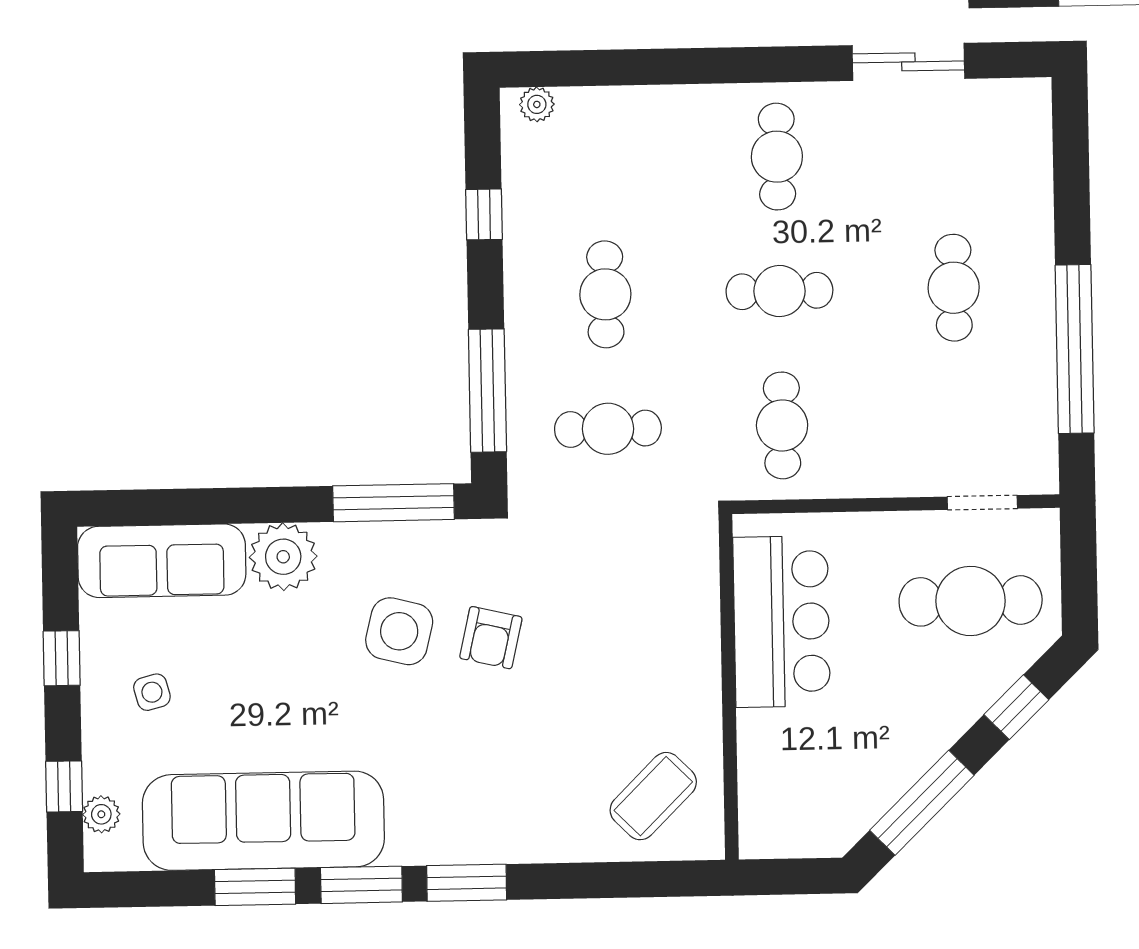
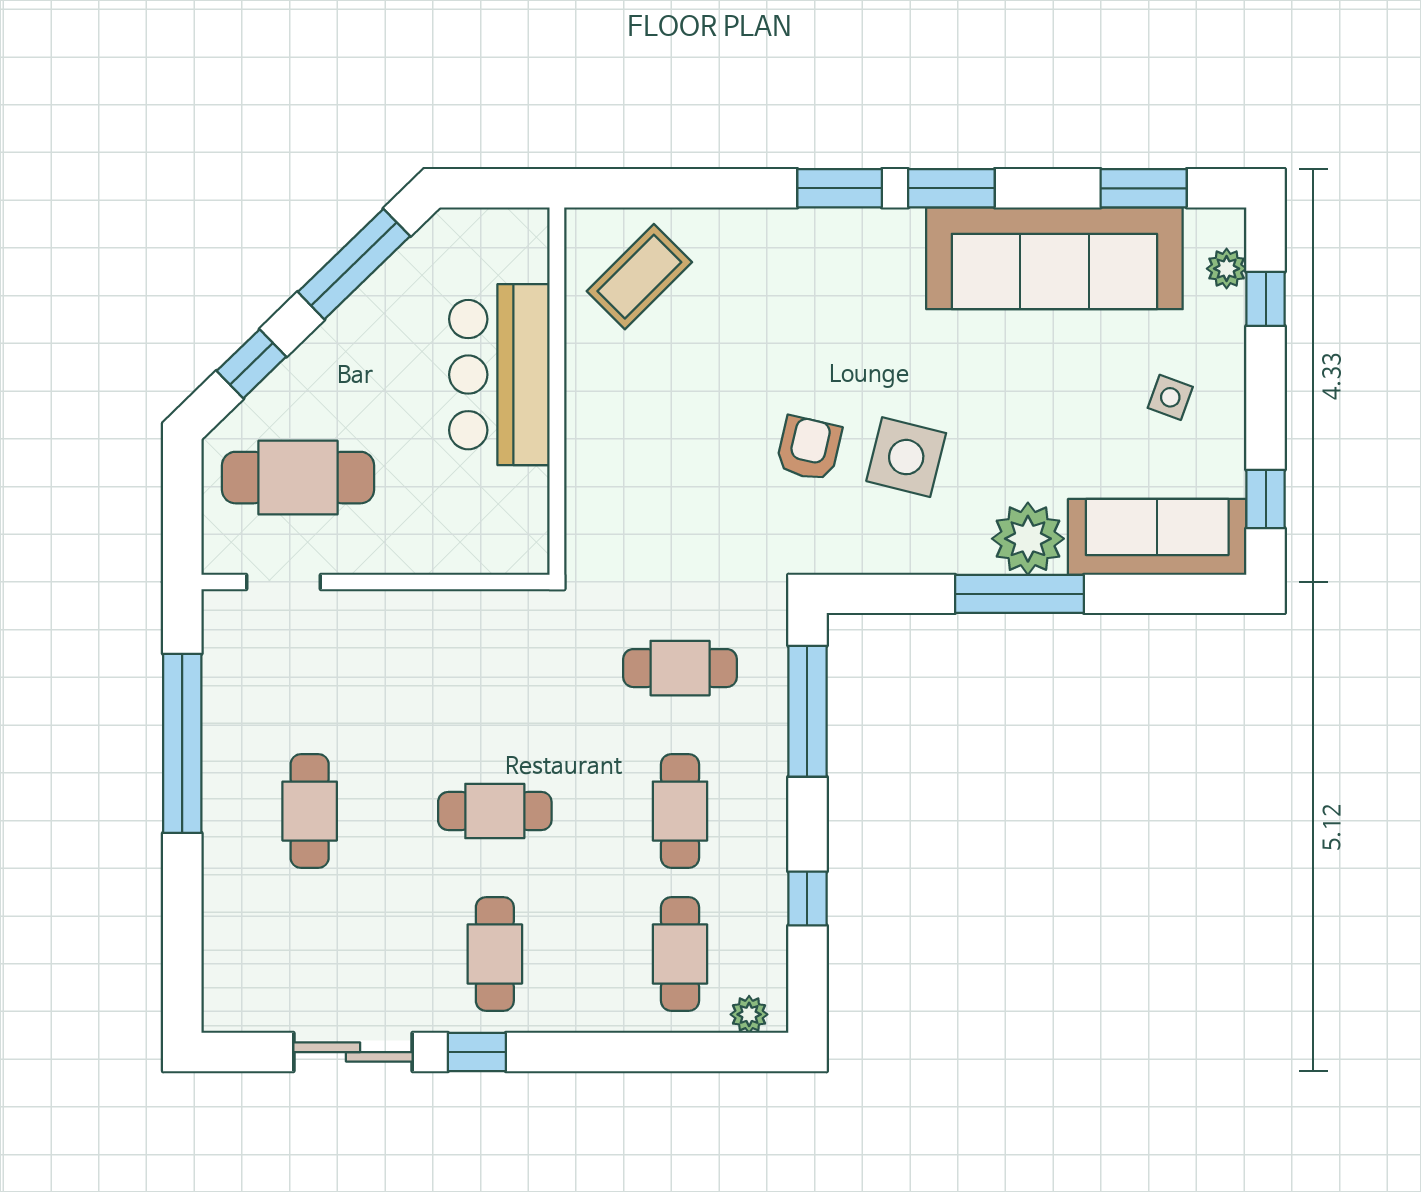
window: (792, 64) -> (477, 1052), added
cafe table: (782, 425) -> (680, 954), moved
window: (394, 503) -> (1020, 594), moved
bar counter: (782, 622) -> (499, 375), moved
window: (62, 658) -> (1266, 499), moved
side table: (152, 692) -> (1170, 397), turned 35
window: (255, 887) -> (1144, 188), moved

